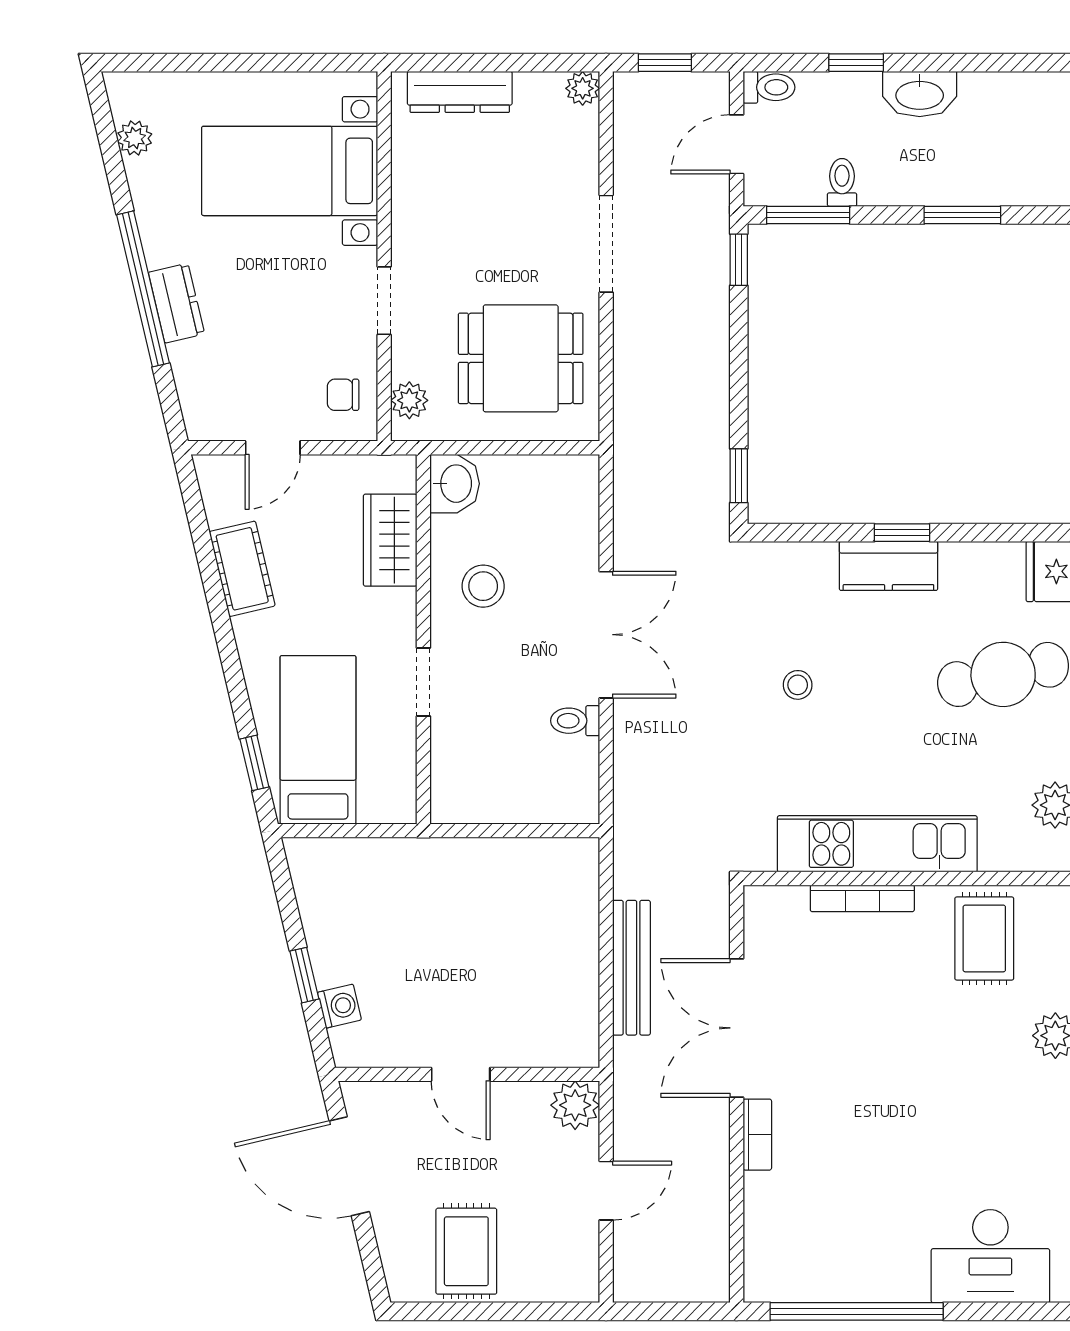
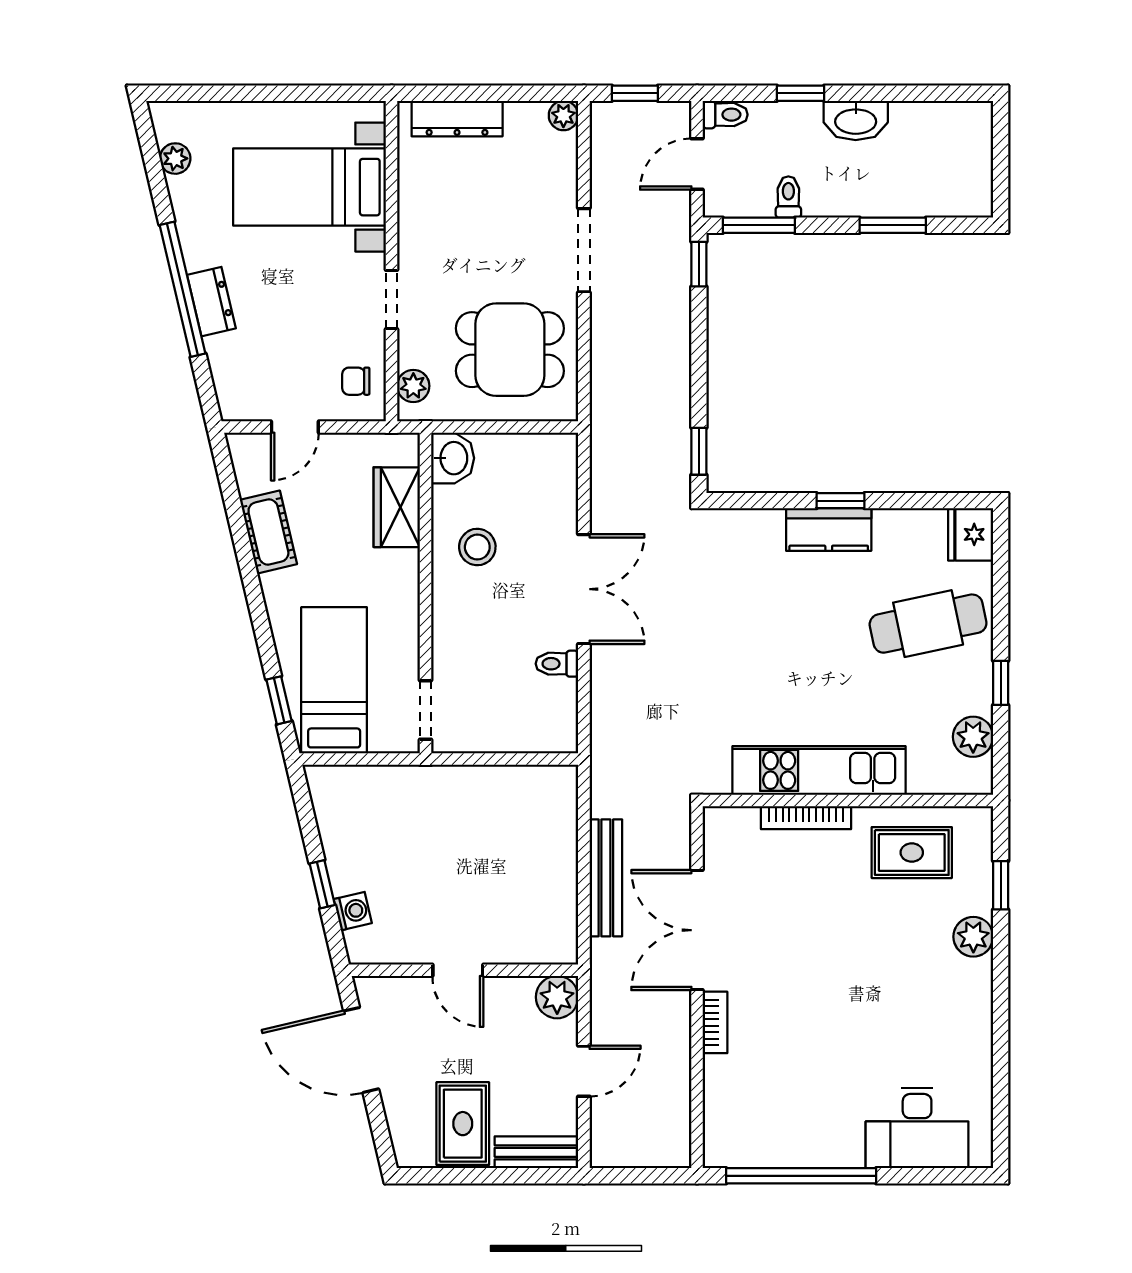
doorway: (423, 682) -> (425, 710), moved
stool: (798, 685) -> (750, 633), removed
rug: (984, 938) -> (912, 853), turned 90
bench: (551, 1284) -> (536, 1152), added

